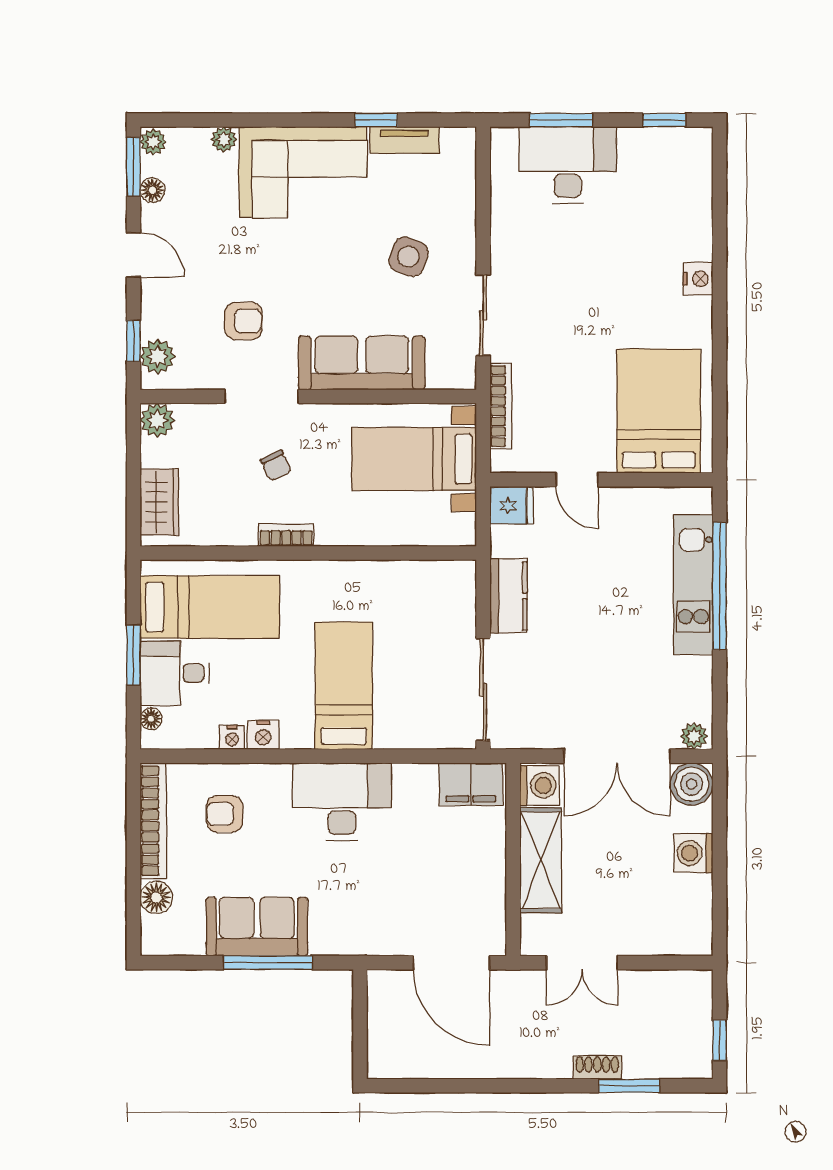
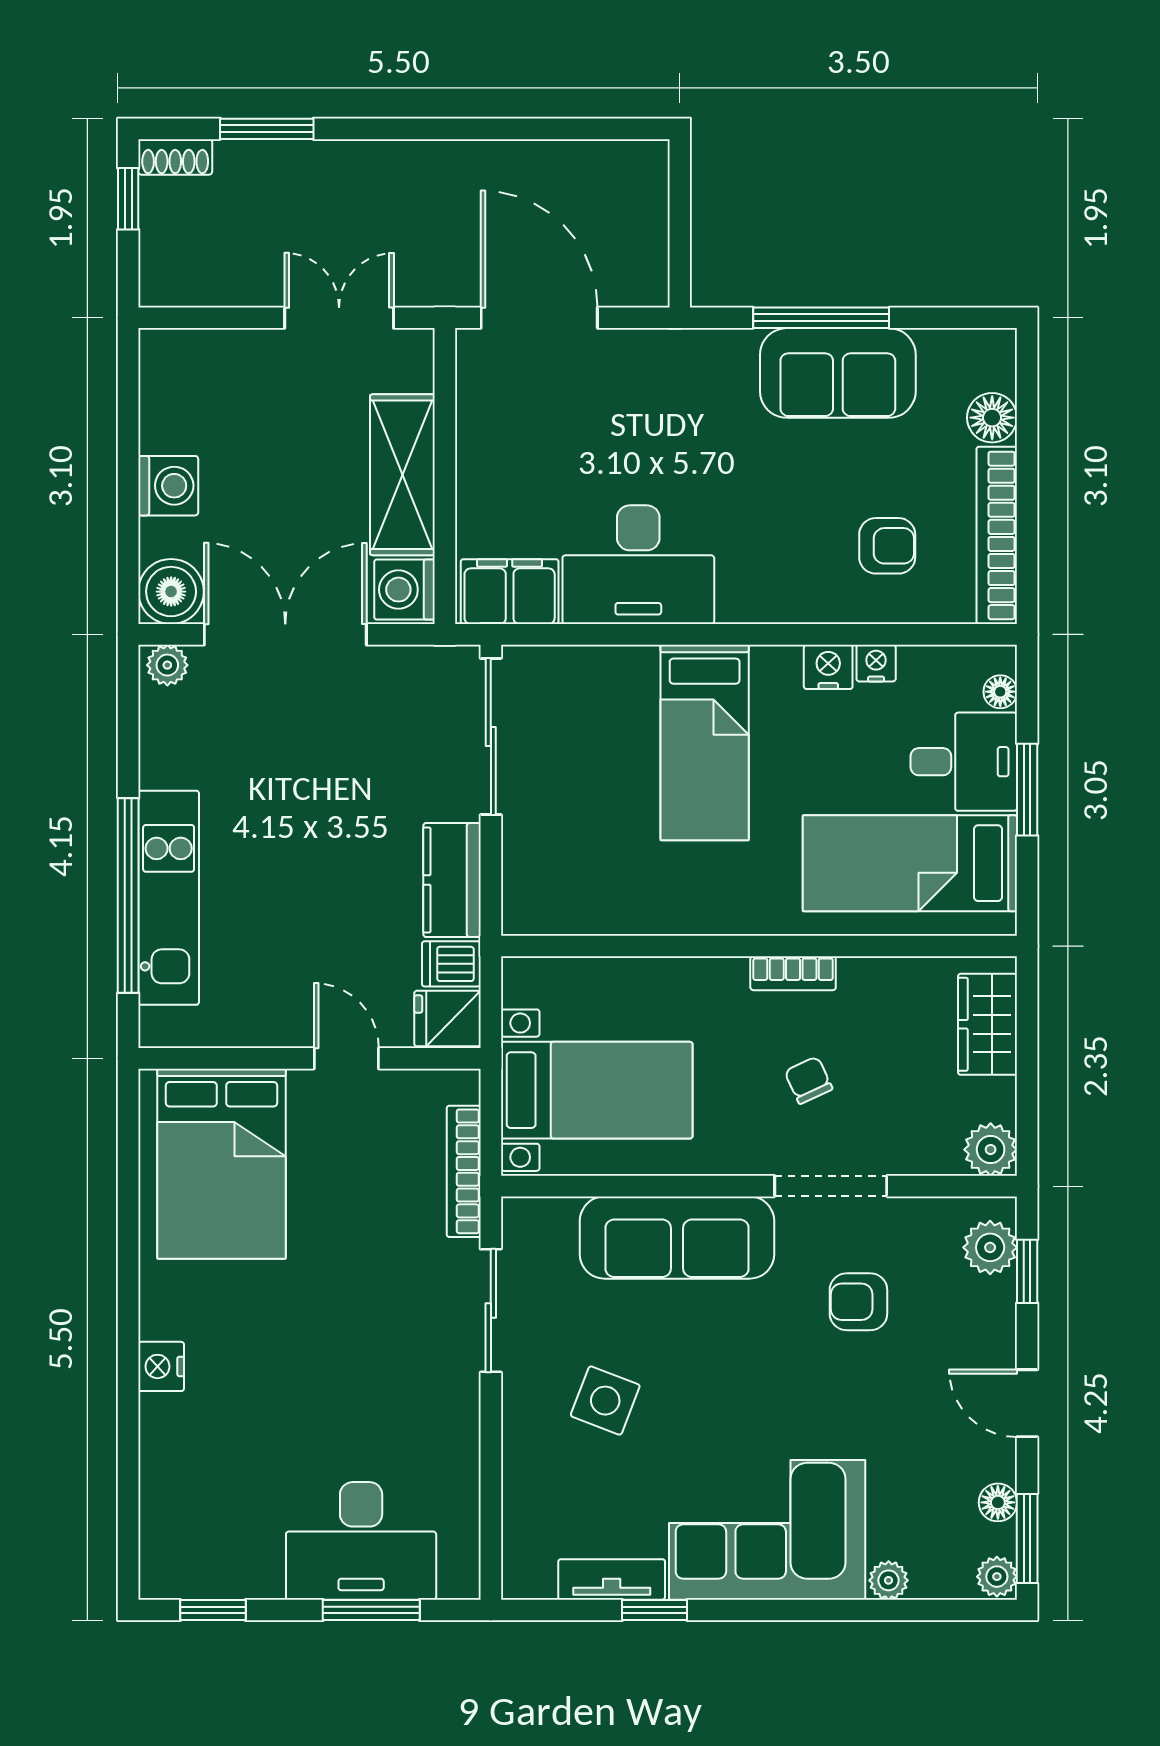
dishwasher: (509, 541) -> (451, 964), added
desk: (342, 802) -> (638, 565), moved
shoe rack: (597, 1067) -> (175, 157), moved

